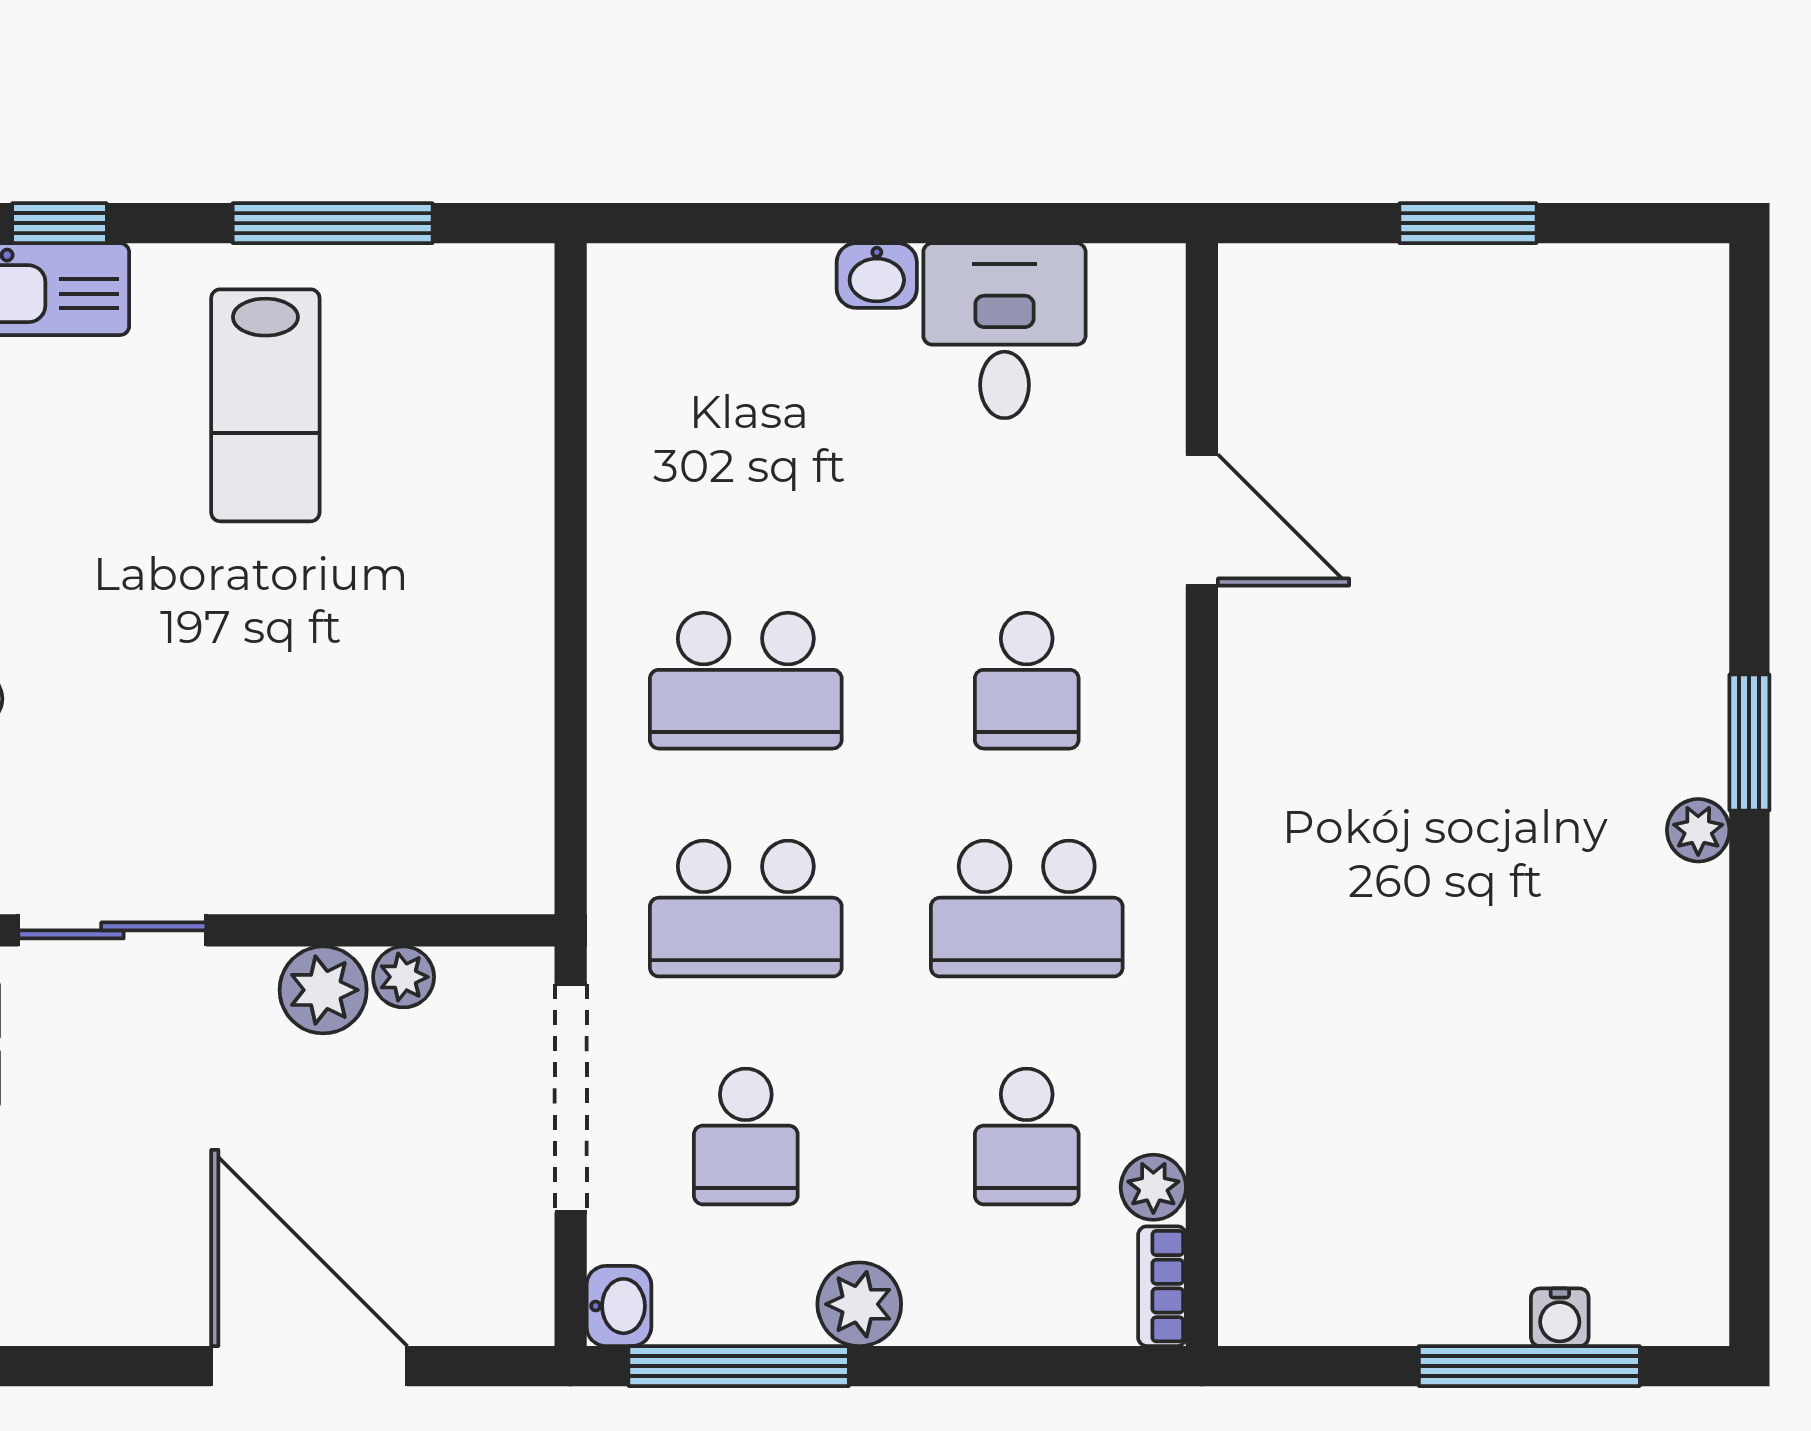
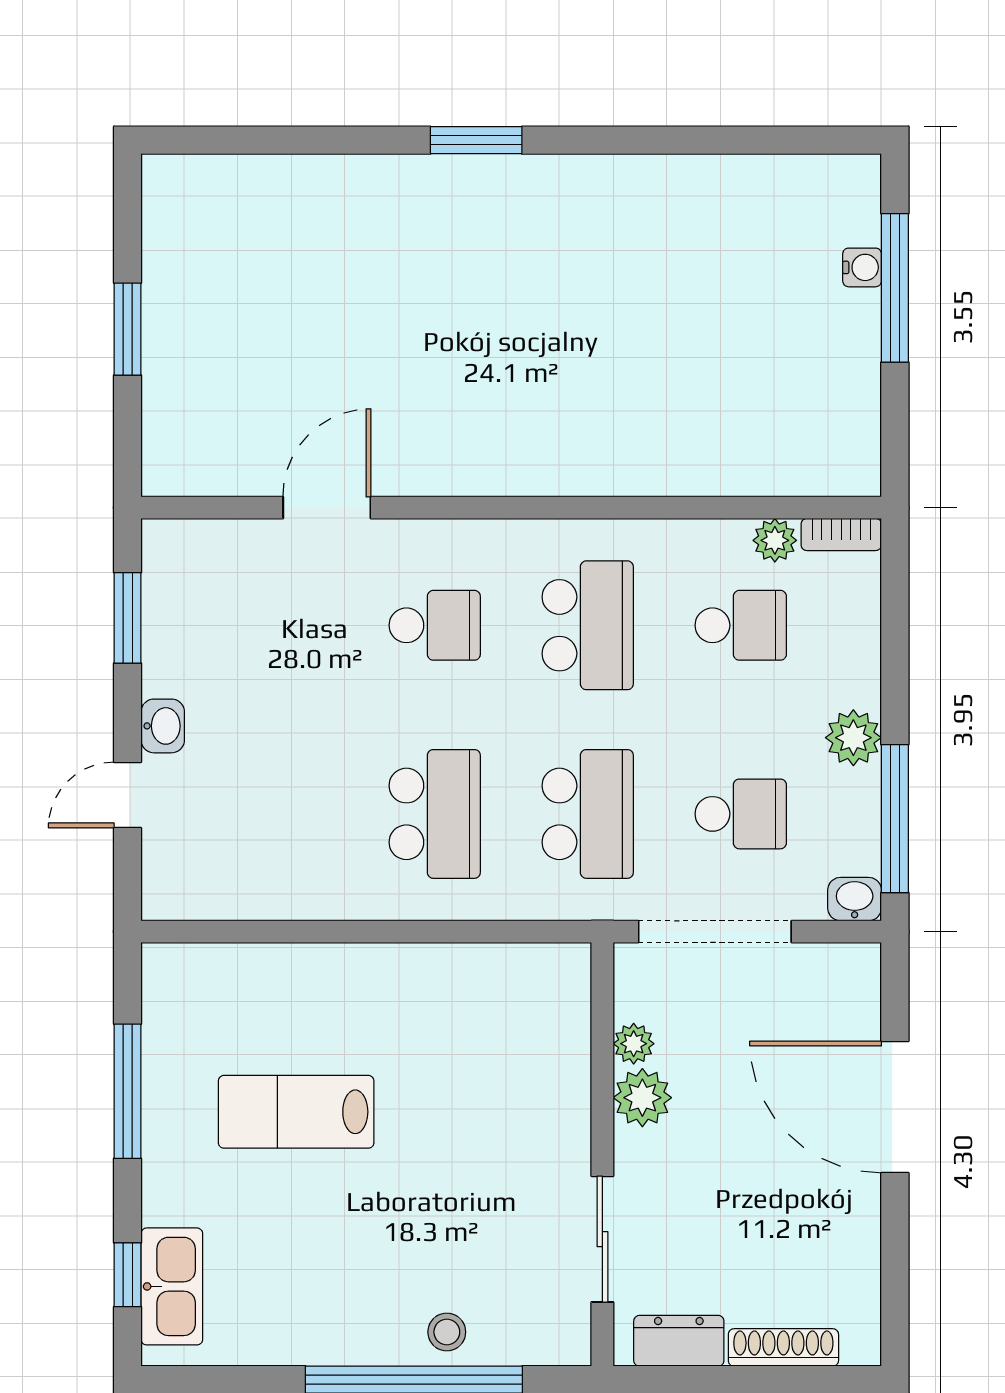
door: (774, 223) -> (128, 795), added
window: (1038, 223) -> (128, 618), added
desk: (1004, 331) -> (200, 640), removed
lab bench: (265, 405) -> (296, 1112), moved, turned 180
plant: (1698, 830) -> (535, 174), removed
door: (309, 1366) -> (895, 1107), hinge flipped

